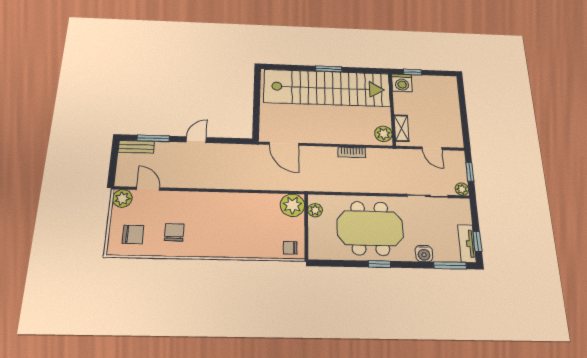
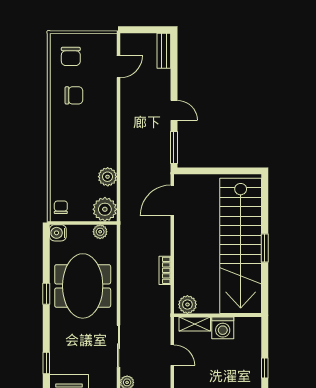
window: (412, 72) -> (265, 368), moved
washing machine: (402, 83) -> (223, 328), moved, turned -90
window: (153, 138) -> (174, 147), moved
door: (432, 148) -> (172, 355), swing flipped
plant: (122, 198) -> (108, 177), moved
water cooler: (424, 254) -> (58, 233), moved
window: (450, 266) -> (46, 363), width x0.67

